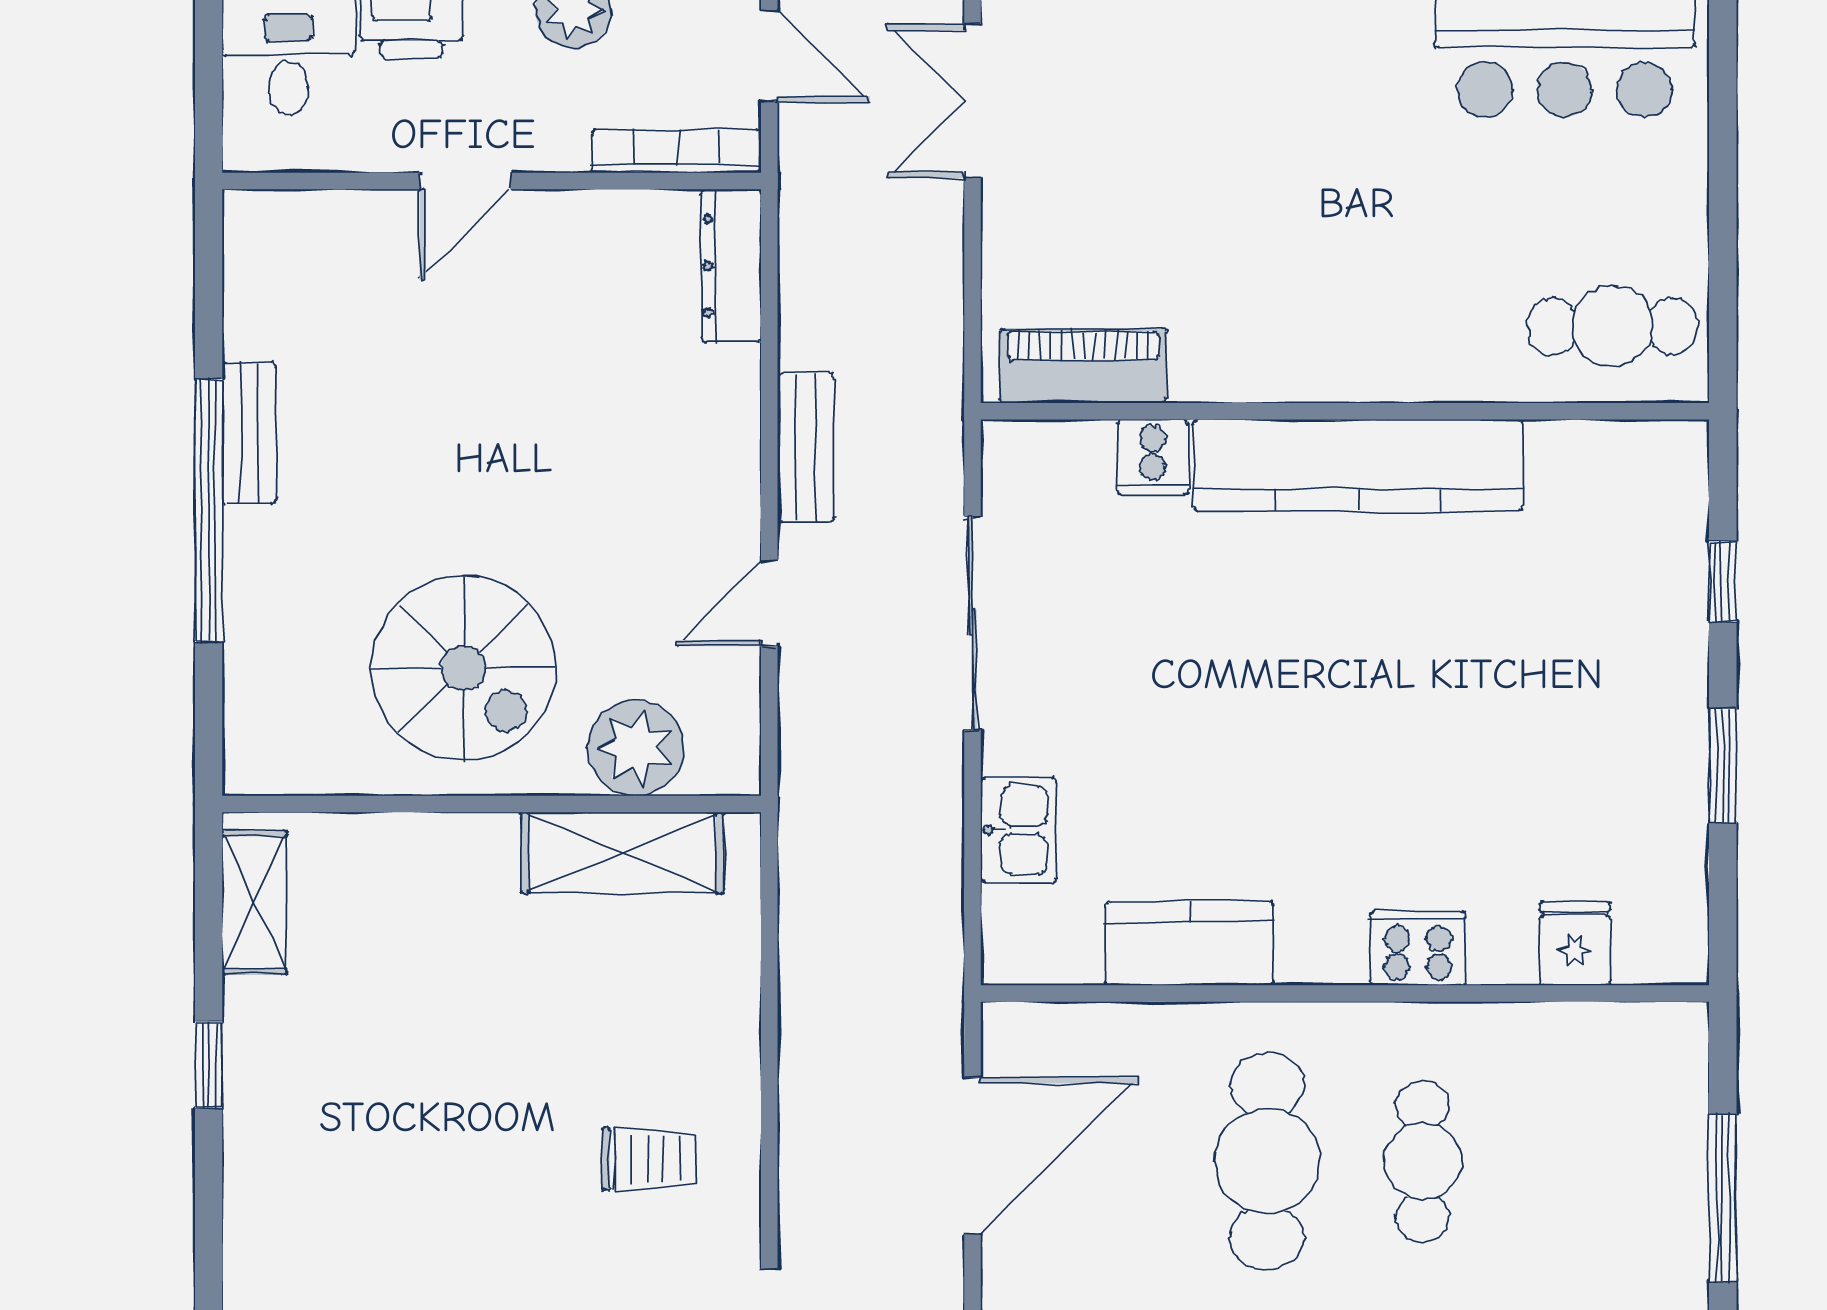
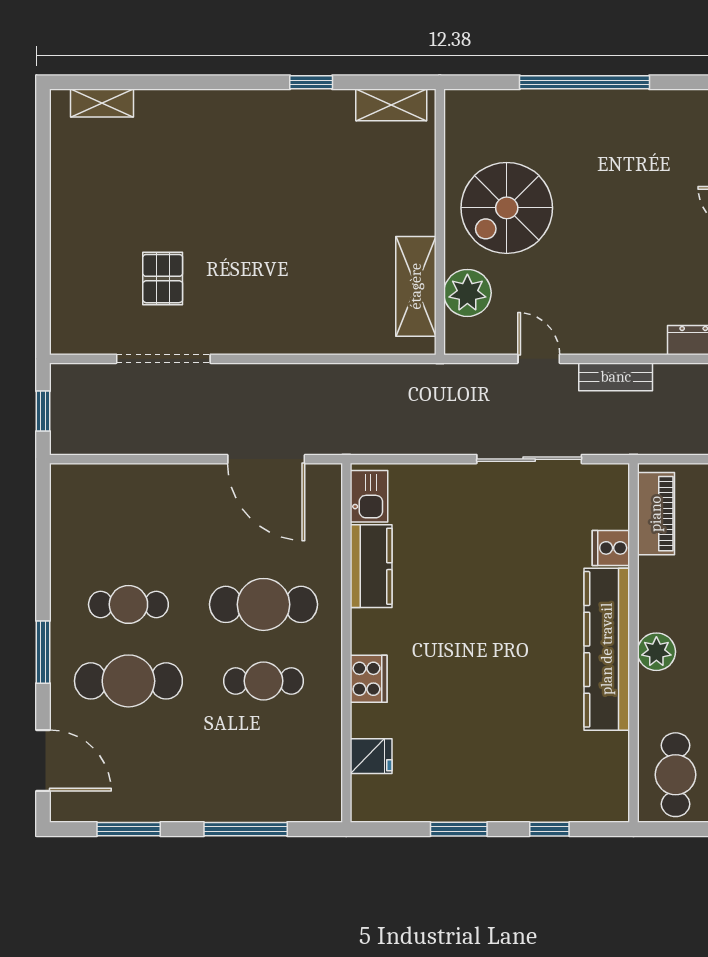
plant: (1363, 365) -> (656, 652), added
bench: (249, 433) -> (623, 102), removed
kitchen sink: (1019, 830) -> (369, 496), moved, turned -90
trolley: (649, 1159) -> (265, 300), removed

